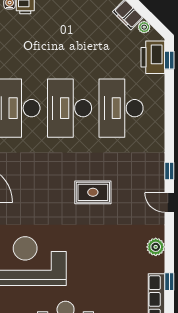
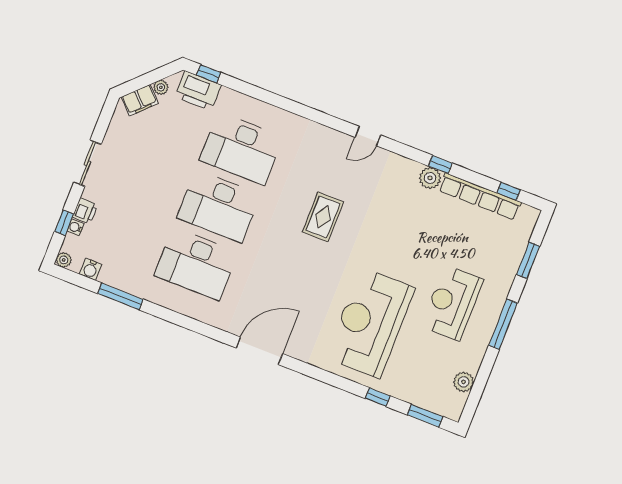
window: (169, 171) -> (333, 122), removed
plant: (156, 247) -> (430, 178), moved
window: (169, 282) -> (440, 165), moved

